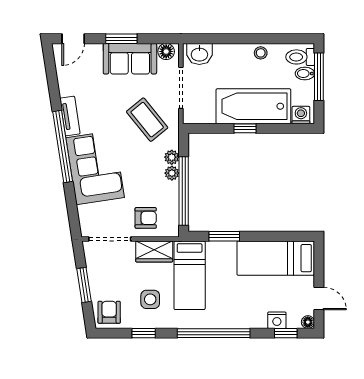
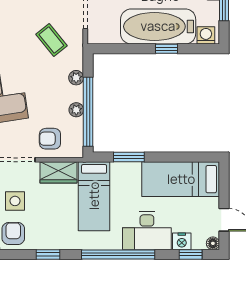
coffee table: (147, 120) -> (51, 40), width x0.73, depth x0.77
window: (245, 128) -> (167, 49), moved
plant: (172, 173) -> (76, 110), moved
armchair: (146, 218) -> (50, 139), turned 180
side table: (150, 299) -> (15, 201), moved
desk: (242, 310) -> (147, 231), added

